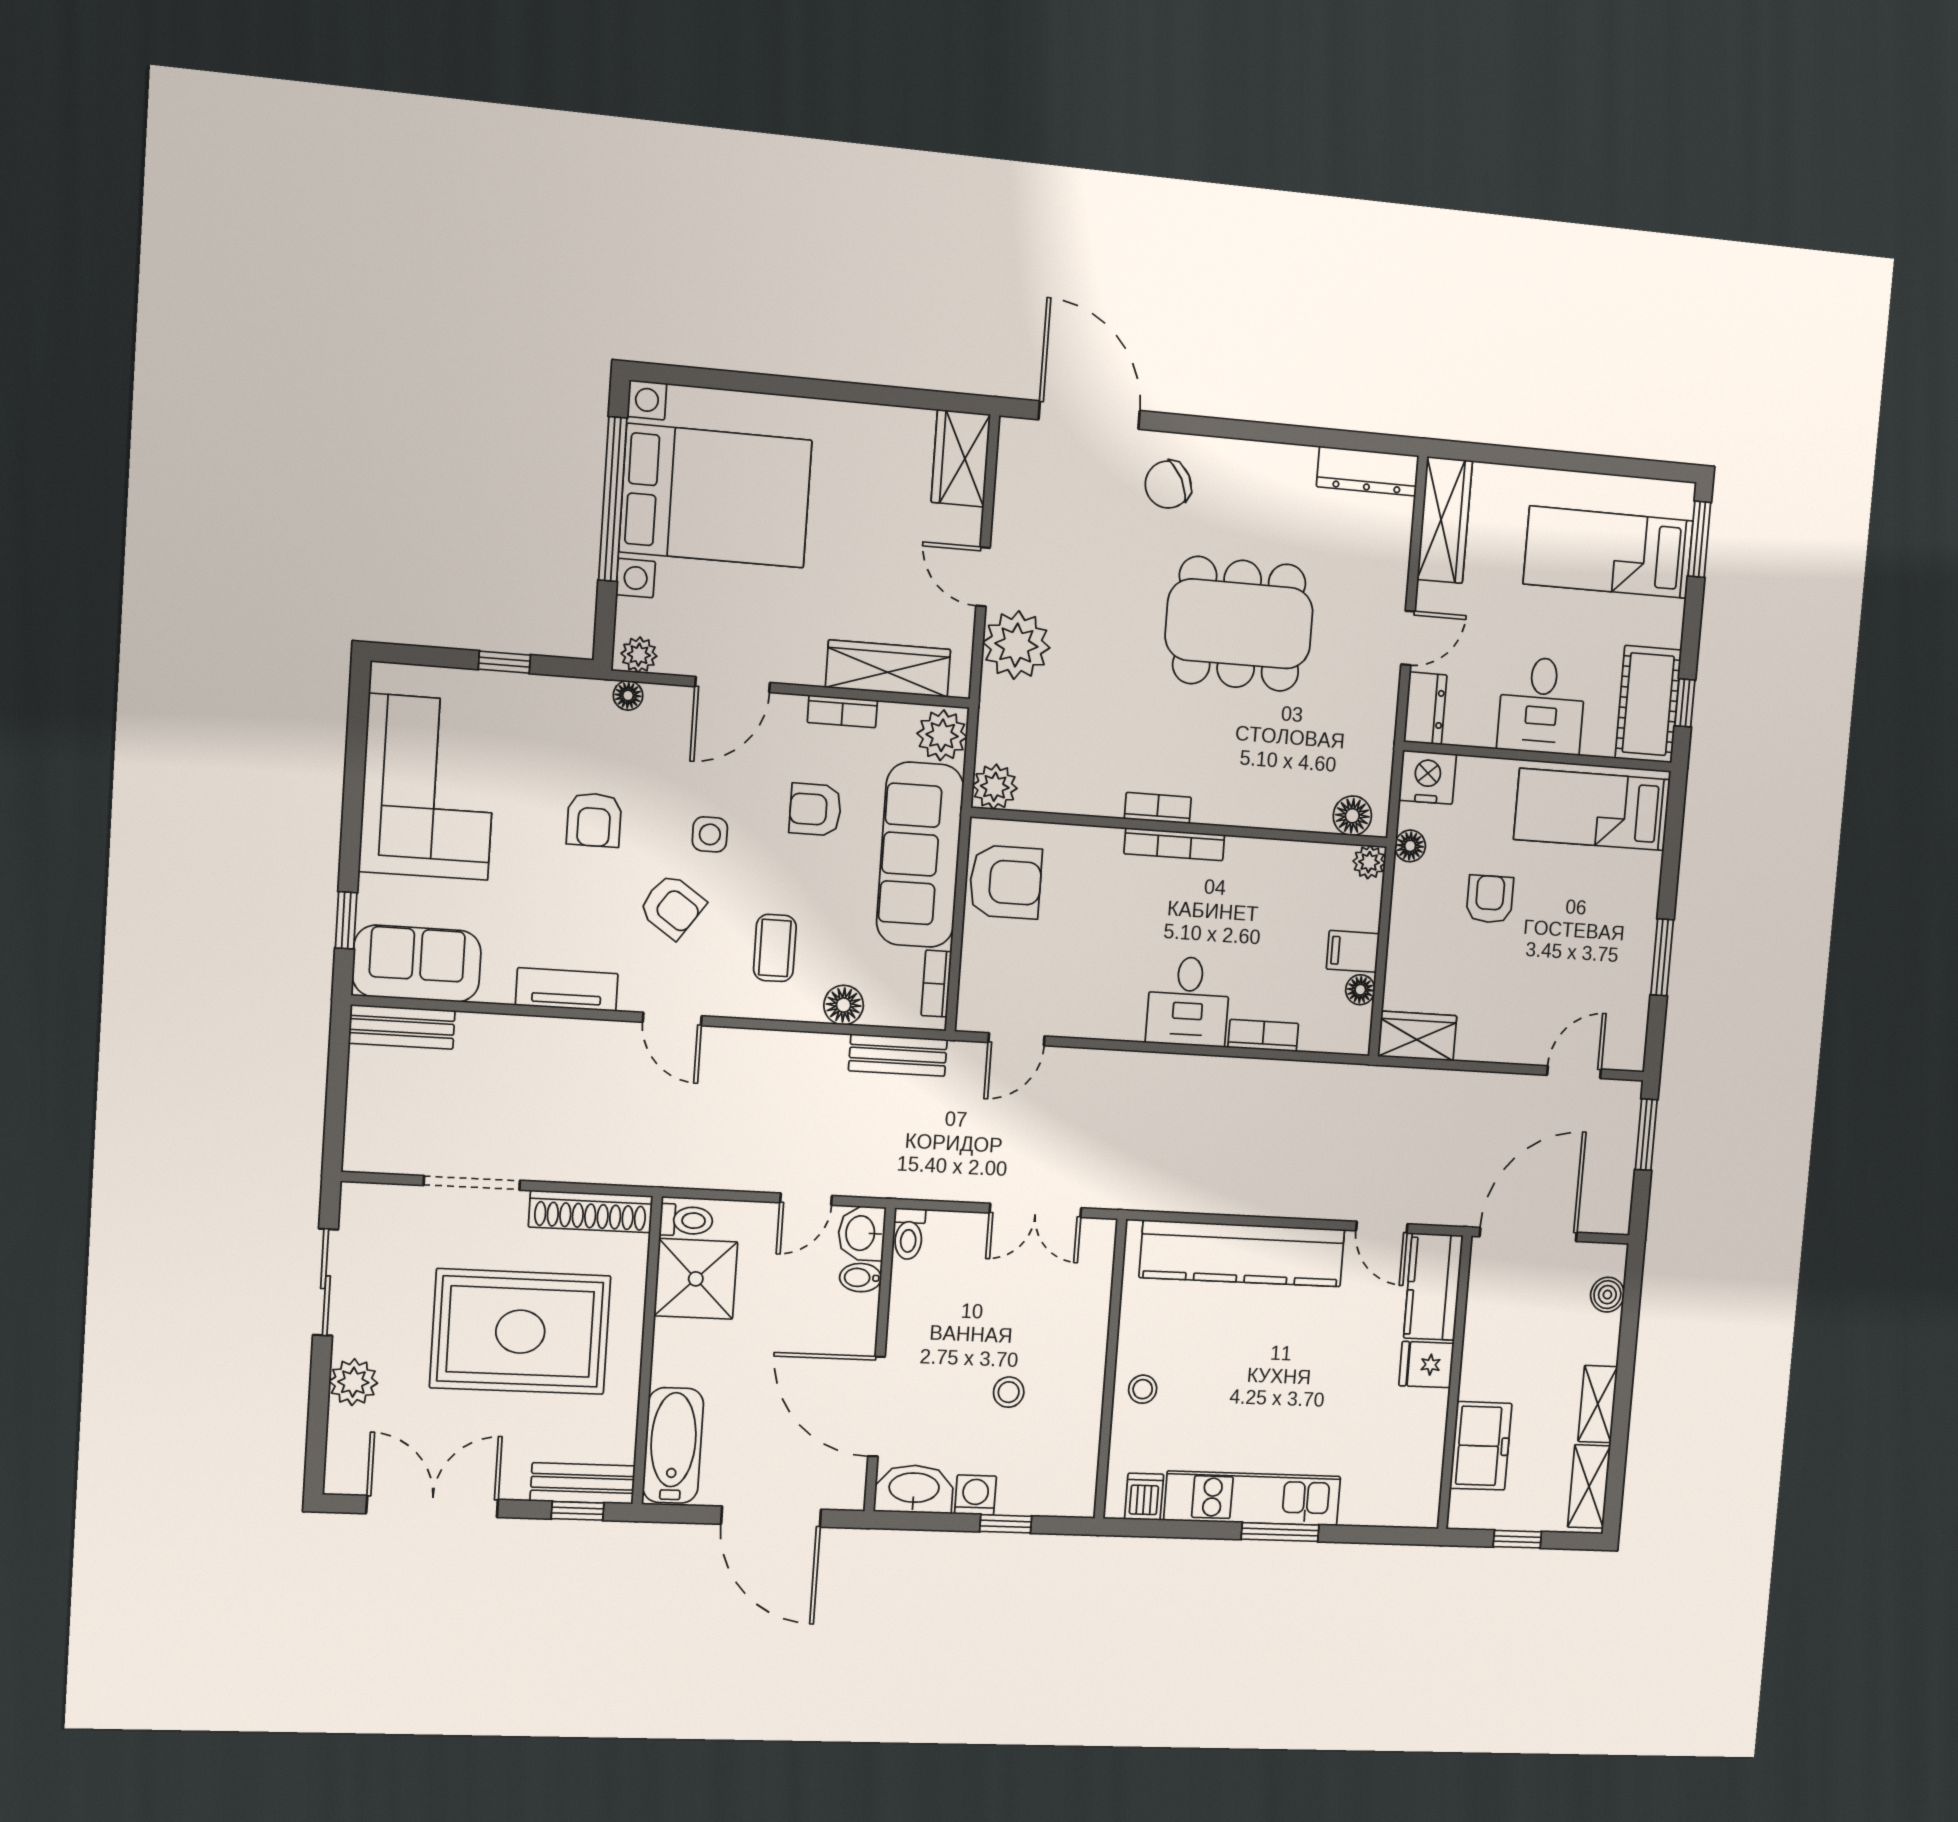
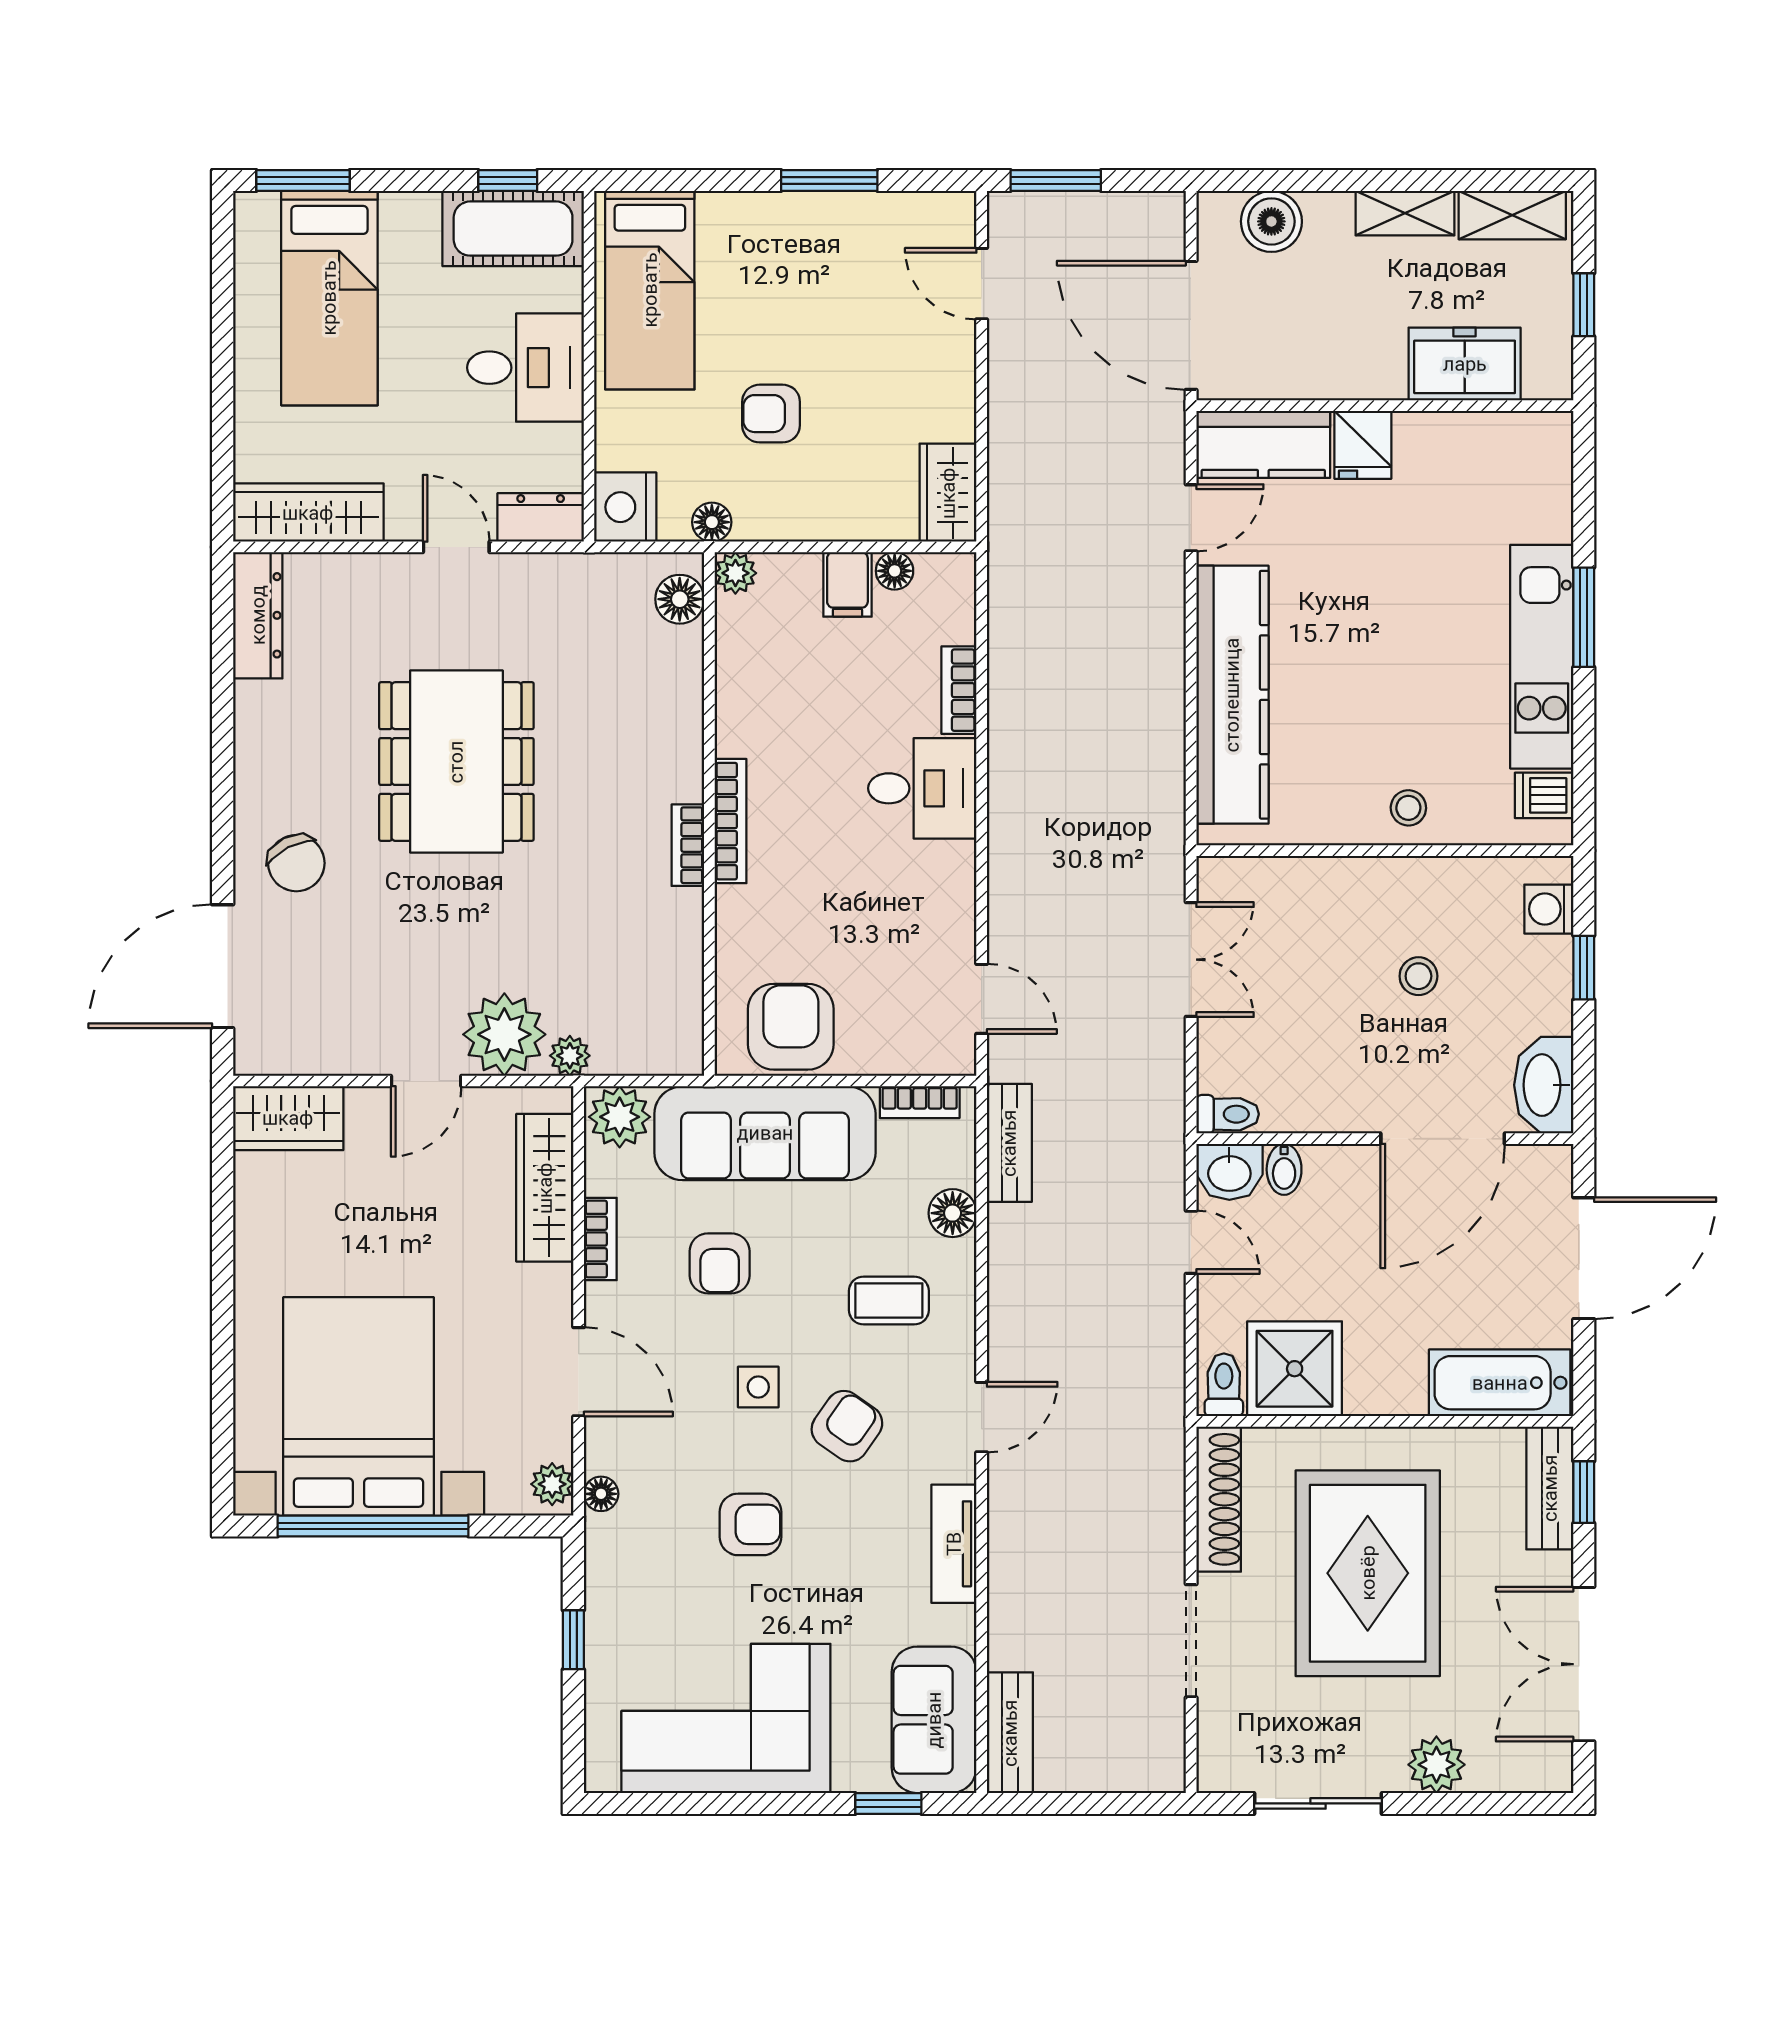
plant: (995, 787) -> (570, 1056), moved, width x0.73, depth x0.73
boiler: (1607, 1295) -> (1271, 221), width x1.36, depth x1.36
washing machine: (975, 1495) -> (1549, 909), moved

